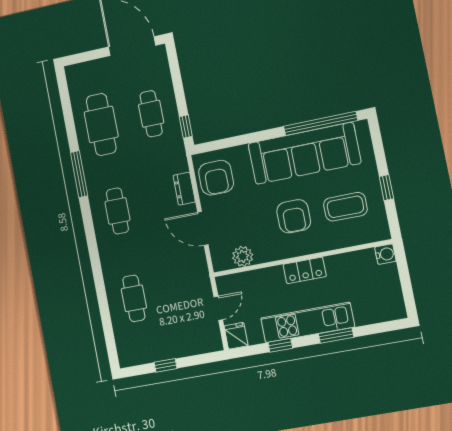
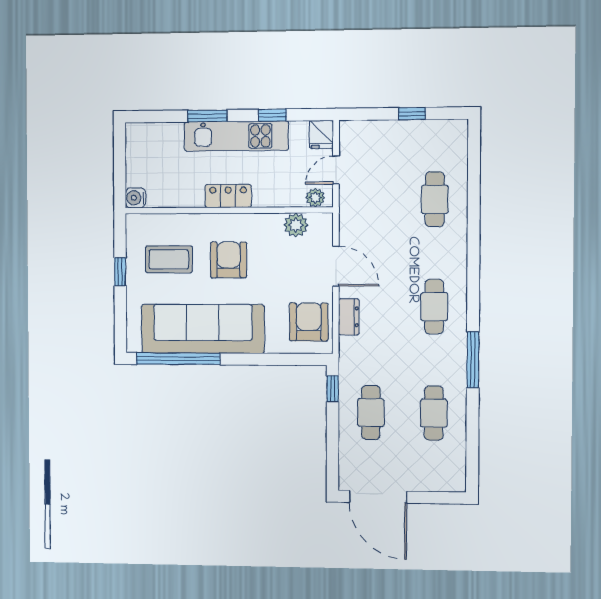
cafe table: (101, 124) -> (434, 413), width x0.73, depth x0.74
plant: (231, 282) -> (315, 198), added

